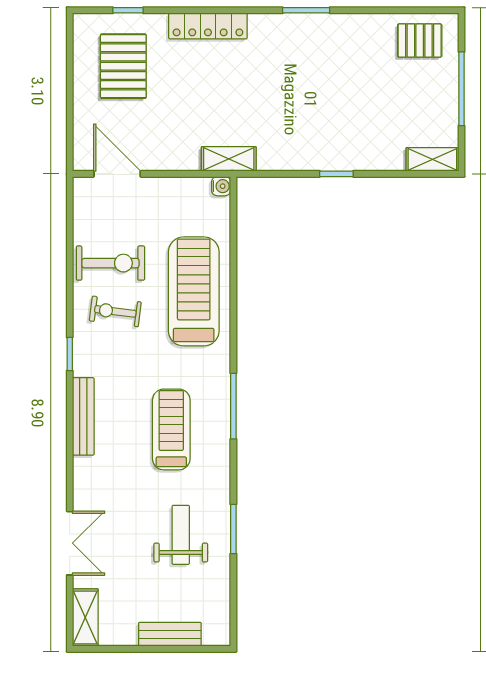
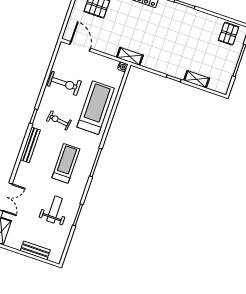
pallet: (420, 40) -> (229, 34), turned 90
shelving: (432, 159) -> (197, 79), moved
exercise bike: (115, 311) -> (59, 120), moved

